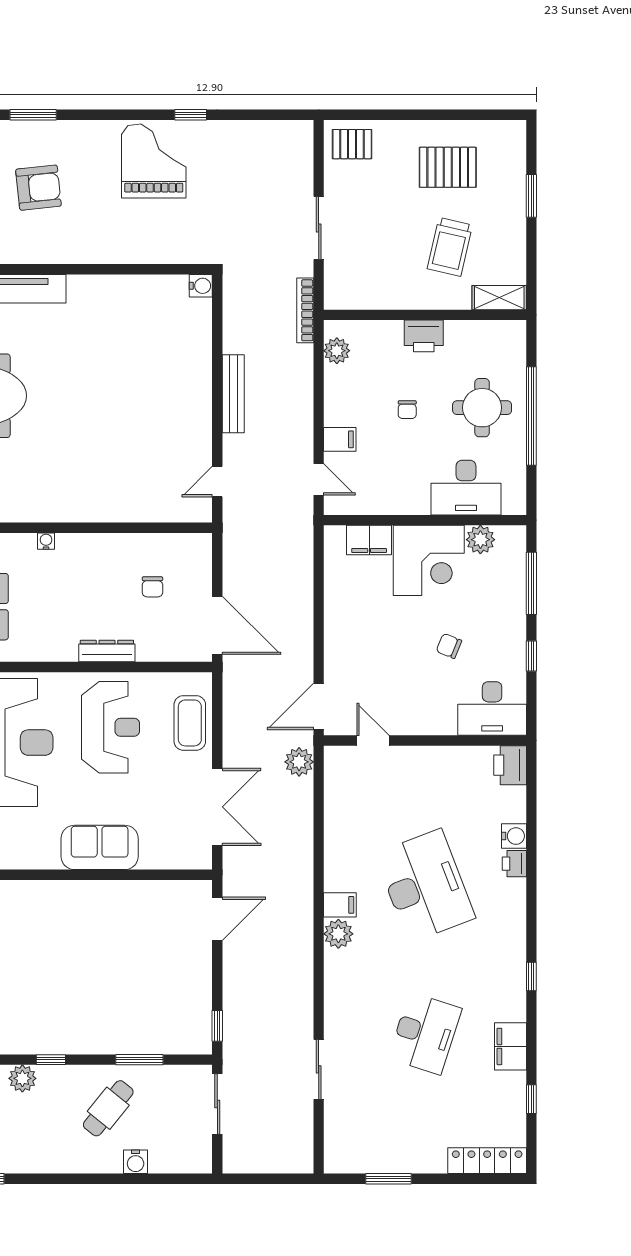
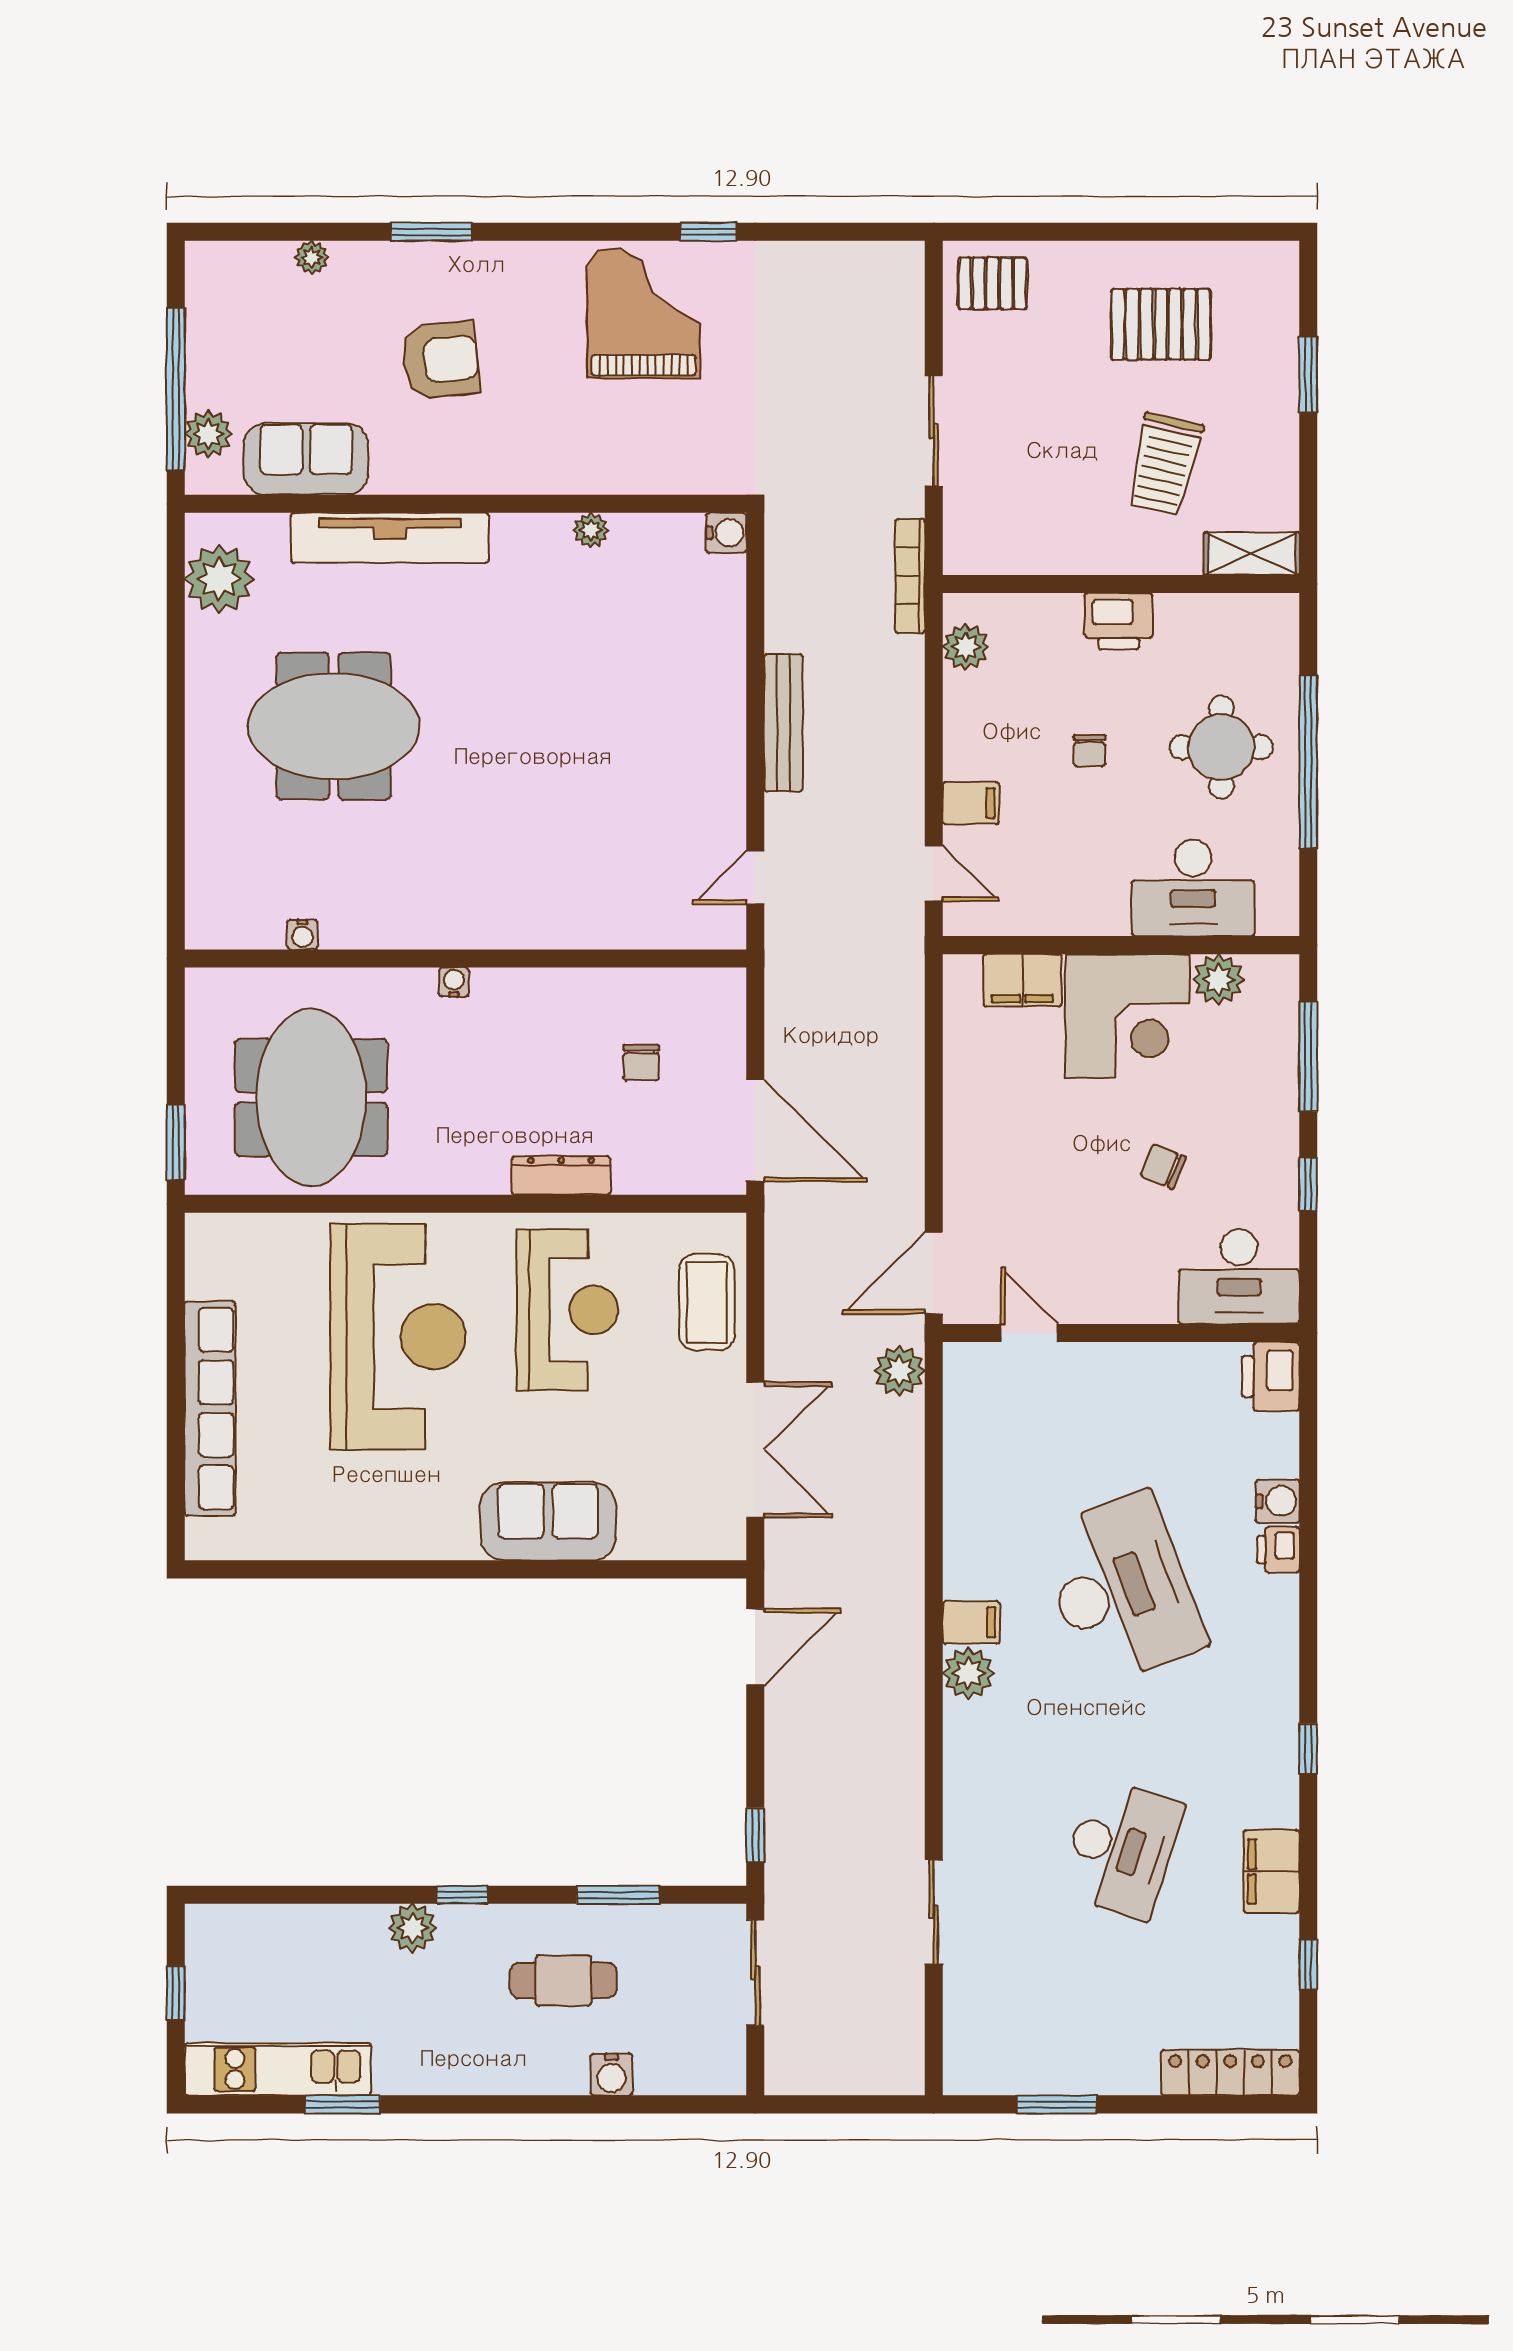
plant: (124, 284) -> (591, 530), added
cafe table: (108, 1108) -> (563, 1980), turned 51

